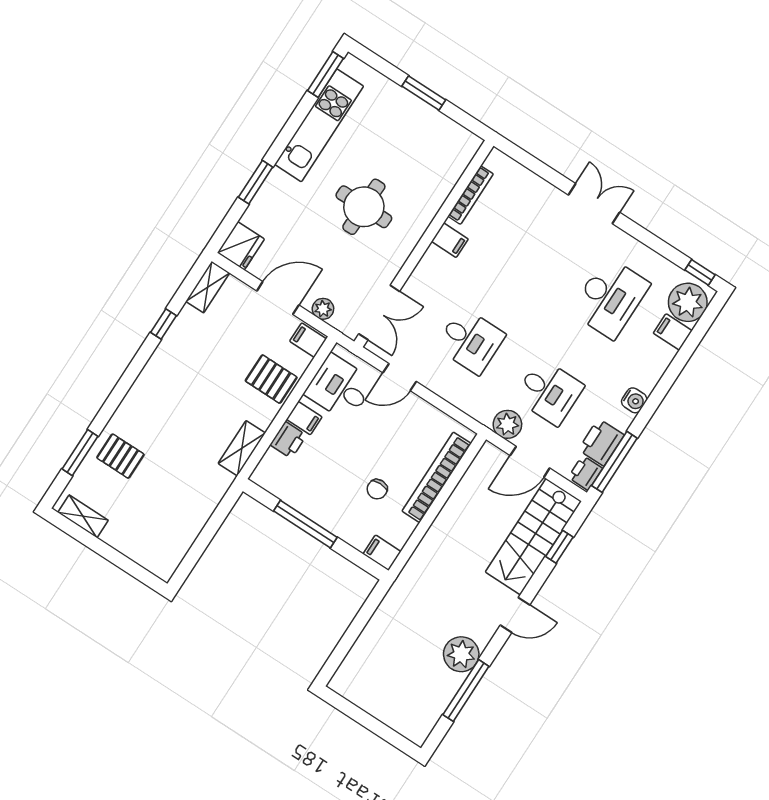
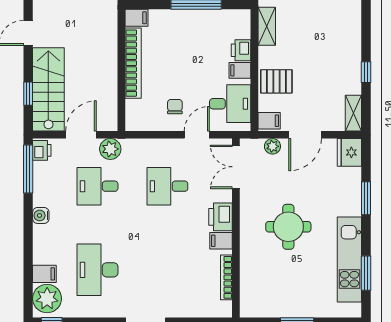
window: (325, 75) -> (366, 273), moved
printer: (601, 442) -> (221, 217), moved, turned 180
bookcase: (437, 477) -> (133, 63), moved
chair: (377, 489) -> (175, 107), moved

